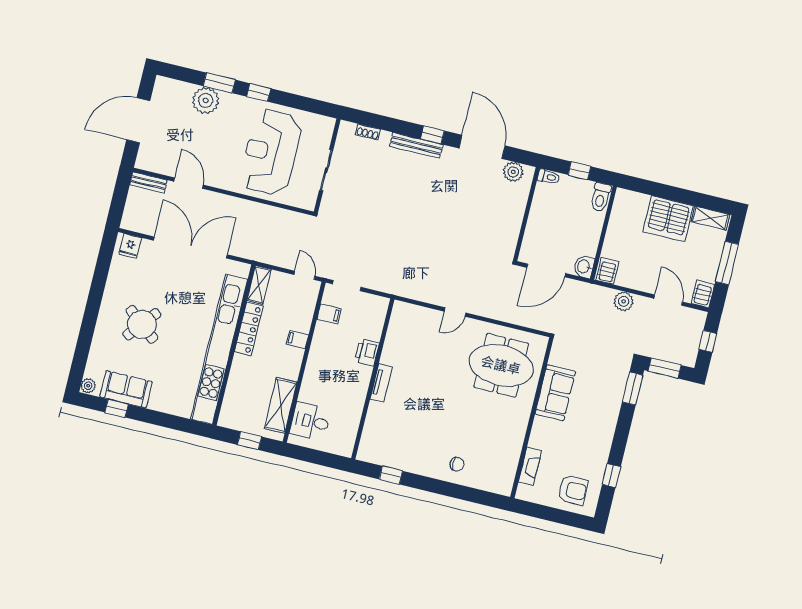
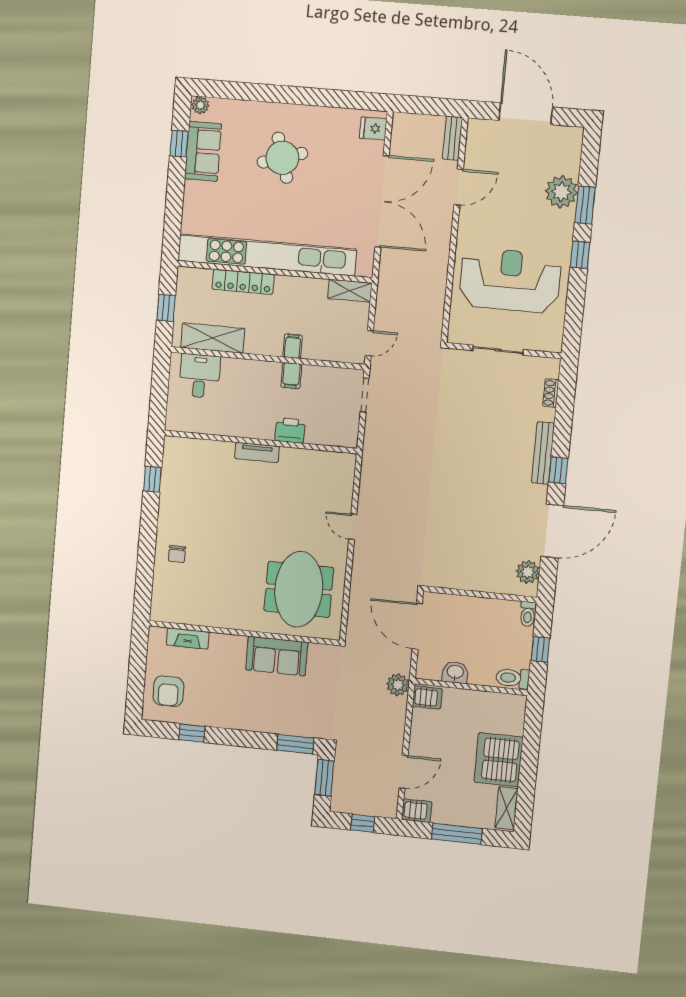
washbasin: (584, 267) -> (455, 672), moved
plant: (624, 301) -> (398, 685), moved
filing cabinet: (329, 314) -> (291, 376), moved
round table: (142, 324) -> (282, 158), turned 34
locker: (249, 329) -> (243, 282), moved

